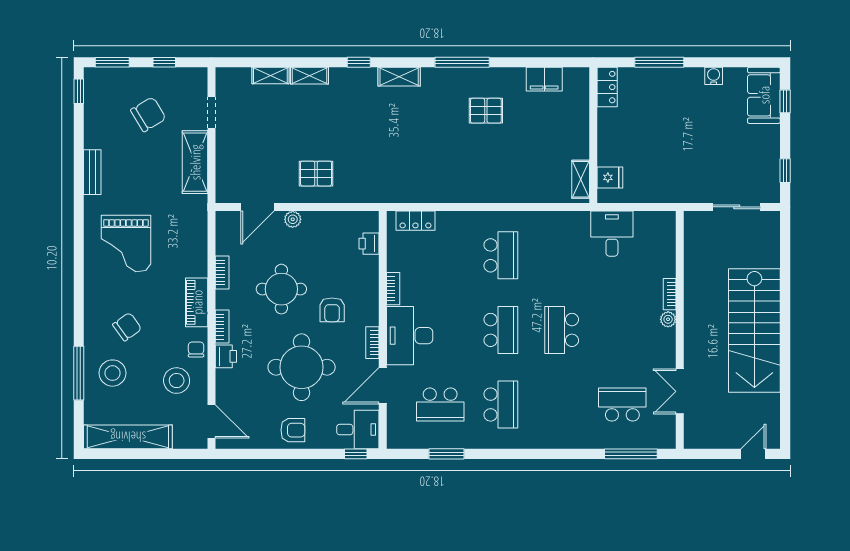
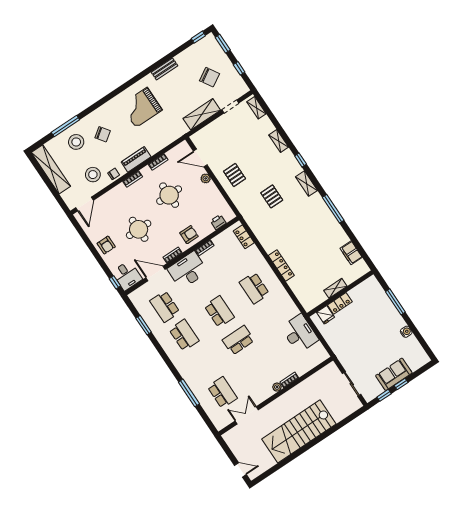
shelving: (270, 76) -> (256, 108), moved
locker: (607, 87) -> (340, 303), moved
sofa: (764, 95) -> (394, 374), moved
window: (785, 101) -> (401, 384), moved
pallet: (486, 111) -> (272, 196), moved
shelving: (581, 179) -> (335, 288), moved
locker: (494, 194) -> (281, 266), added
desk: (612, 234) -> (300, 334), width x1.37
school desk: (501, 255) -> (254, 288), turned 90
armchair: (332, 310) -> (189, 235), moved, turned 180
school desk: (501, 330) -> (219, 312), turned -90
printer: (226, 356) -> (120, 190), removed
round table: (302, 367) -> (139, 229), width x0.73, depth x0.73
school desk: (501, 405) -> (184, 335), turned -90
window: (631, 454) -> (189, 393), moved

